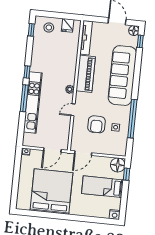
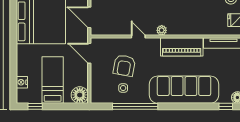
armchair: (97, 124) -> (124, 65), turned -80
window: (127, 174) -> (35, 106), moved
nightstand: (115, 215) -> (22, 82), moved

